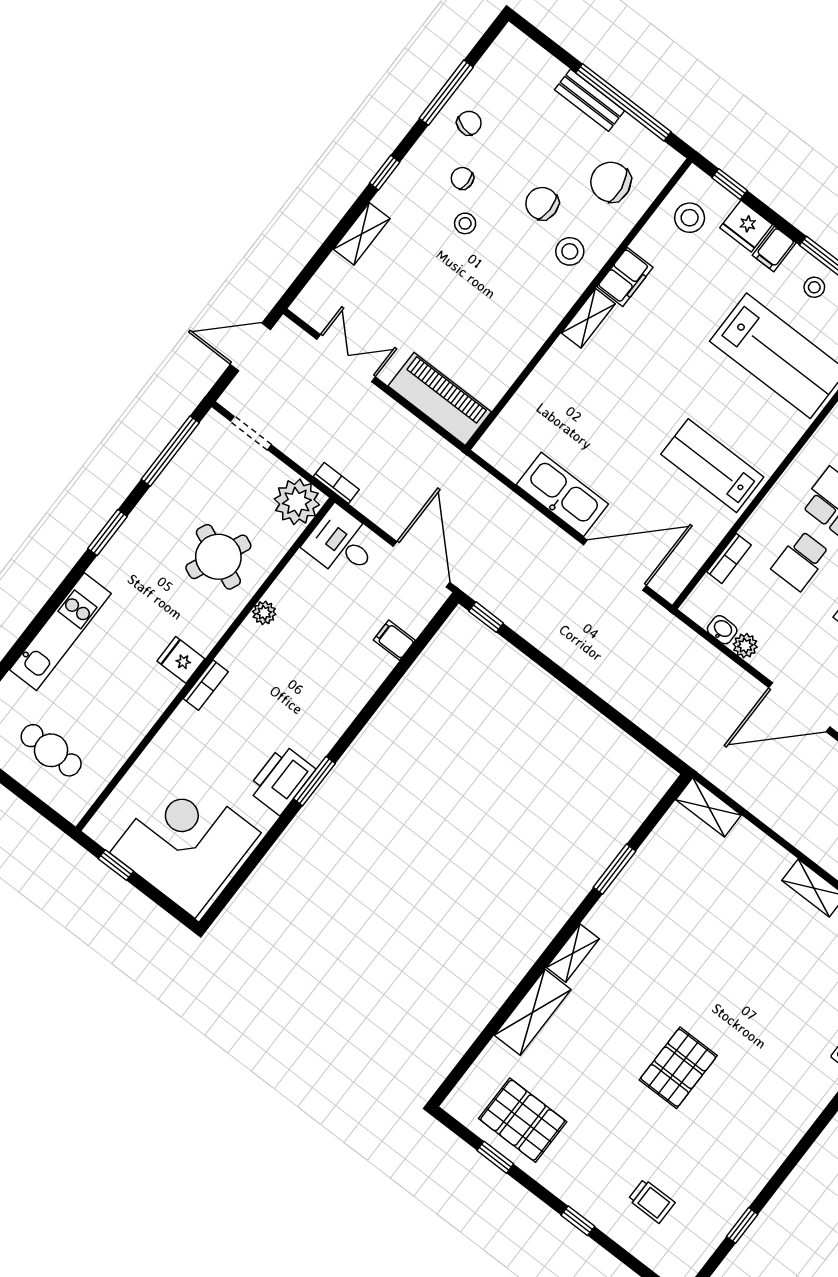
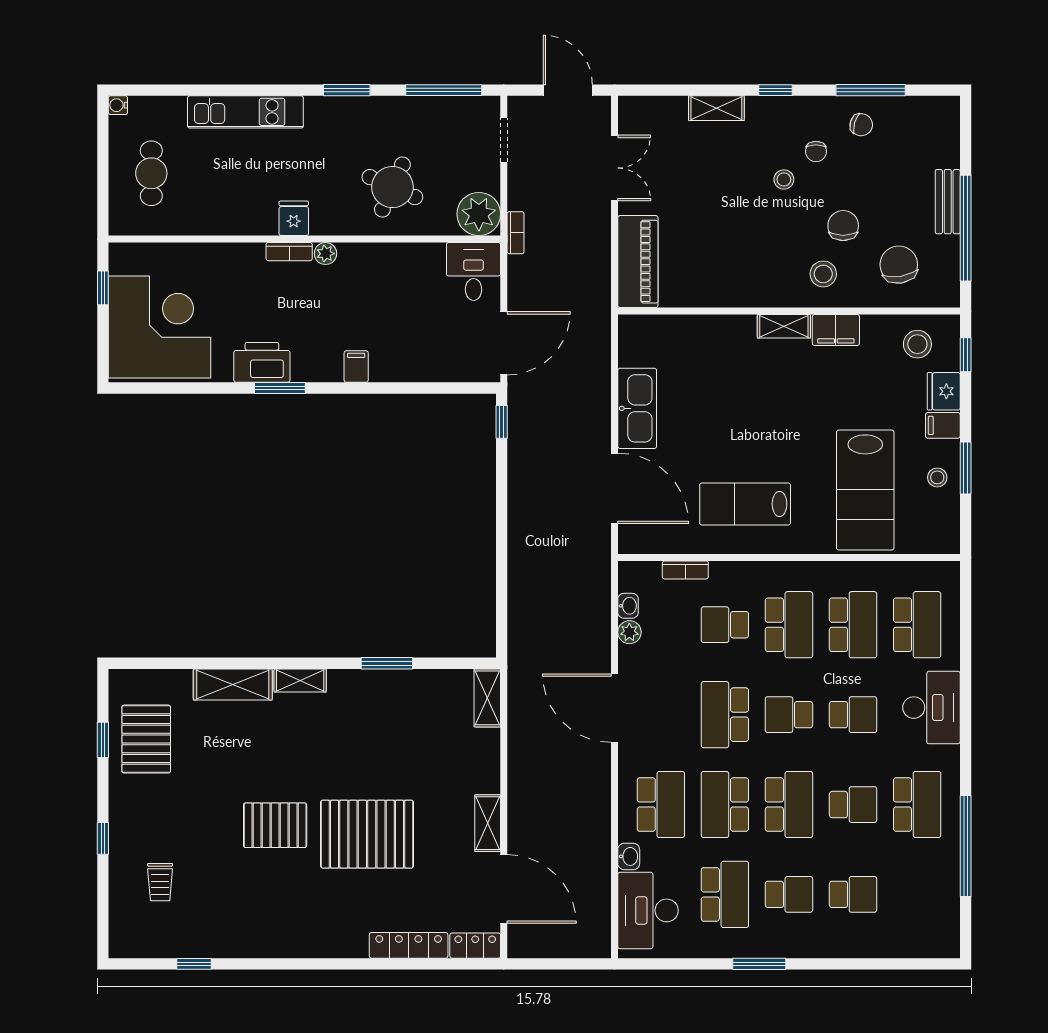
chair: (462, 178) -> (816, 151), turned 180
lab bench: (712, 466) -> (745, 504), turned -90
plant: (264, 613) -> (325, 254), moved
filing cabinet: (394, 640) -> (356, 367), moved
pallet: (745, 996) -> (367, 834), added

